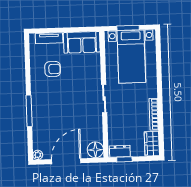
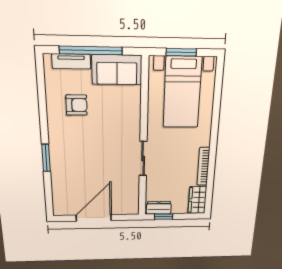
window: (63, 30) -> (91, 51), added
sliding door: (104, 99) -> (143, 159), moved
window: (29, 111) -> (46, 158), width x0.69
floor lamp: (95, 150) -> (129, 206), removed
plant: (38, 155) -> (59, 210), removed

